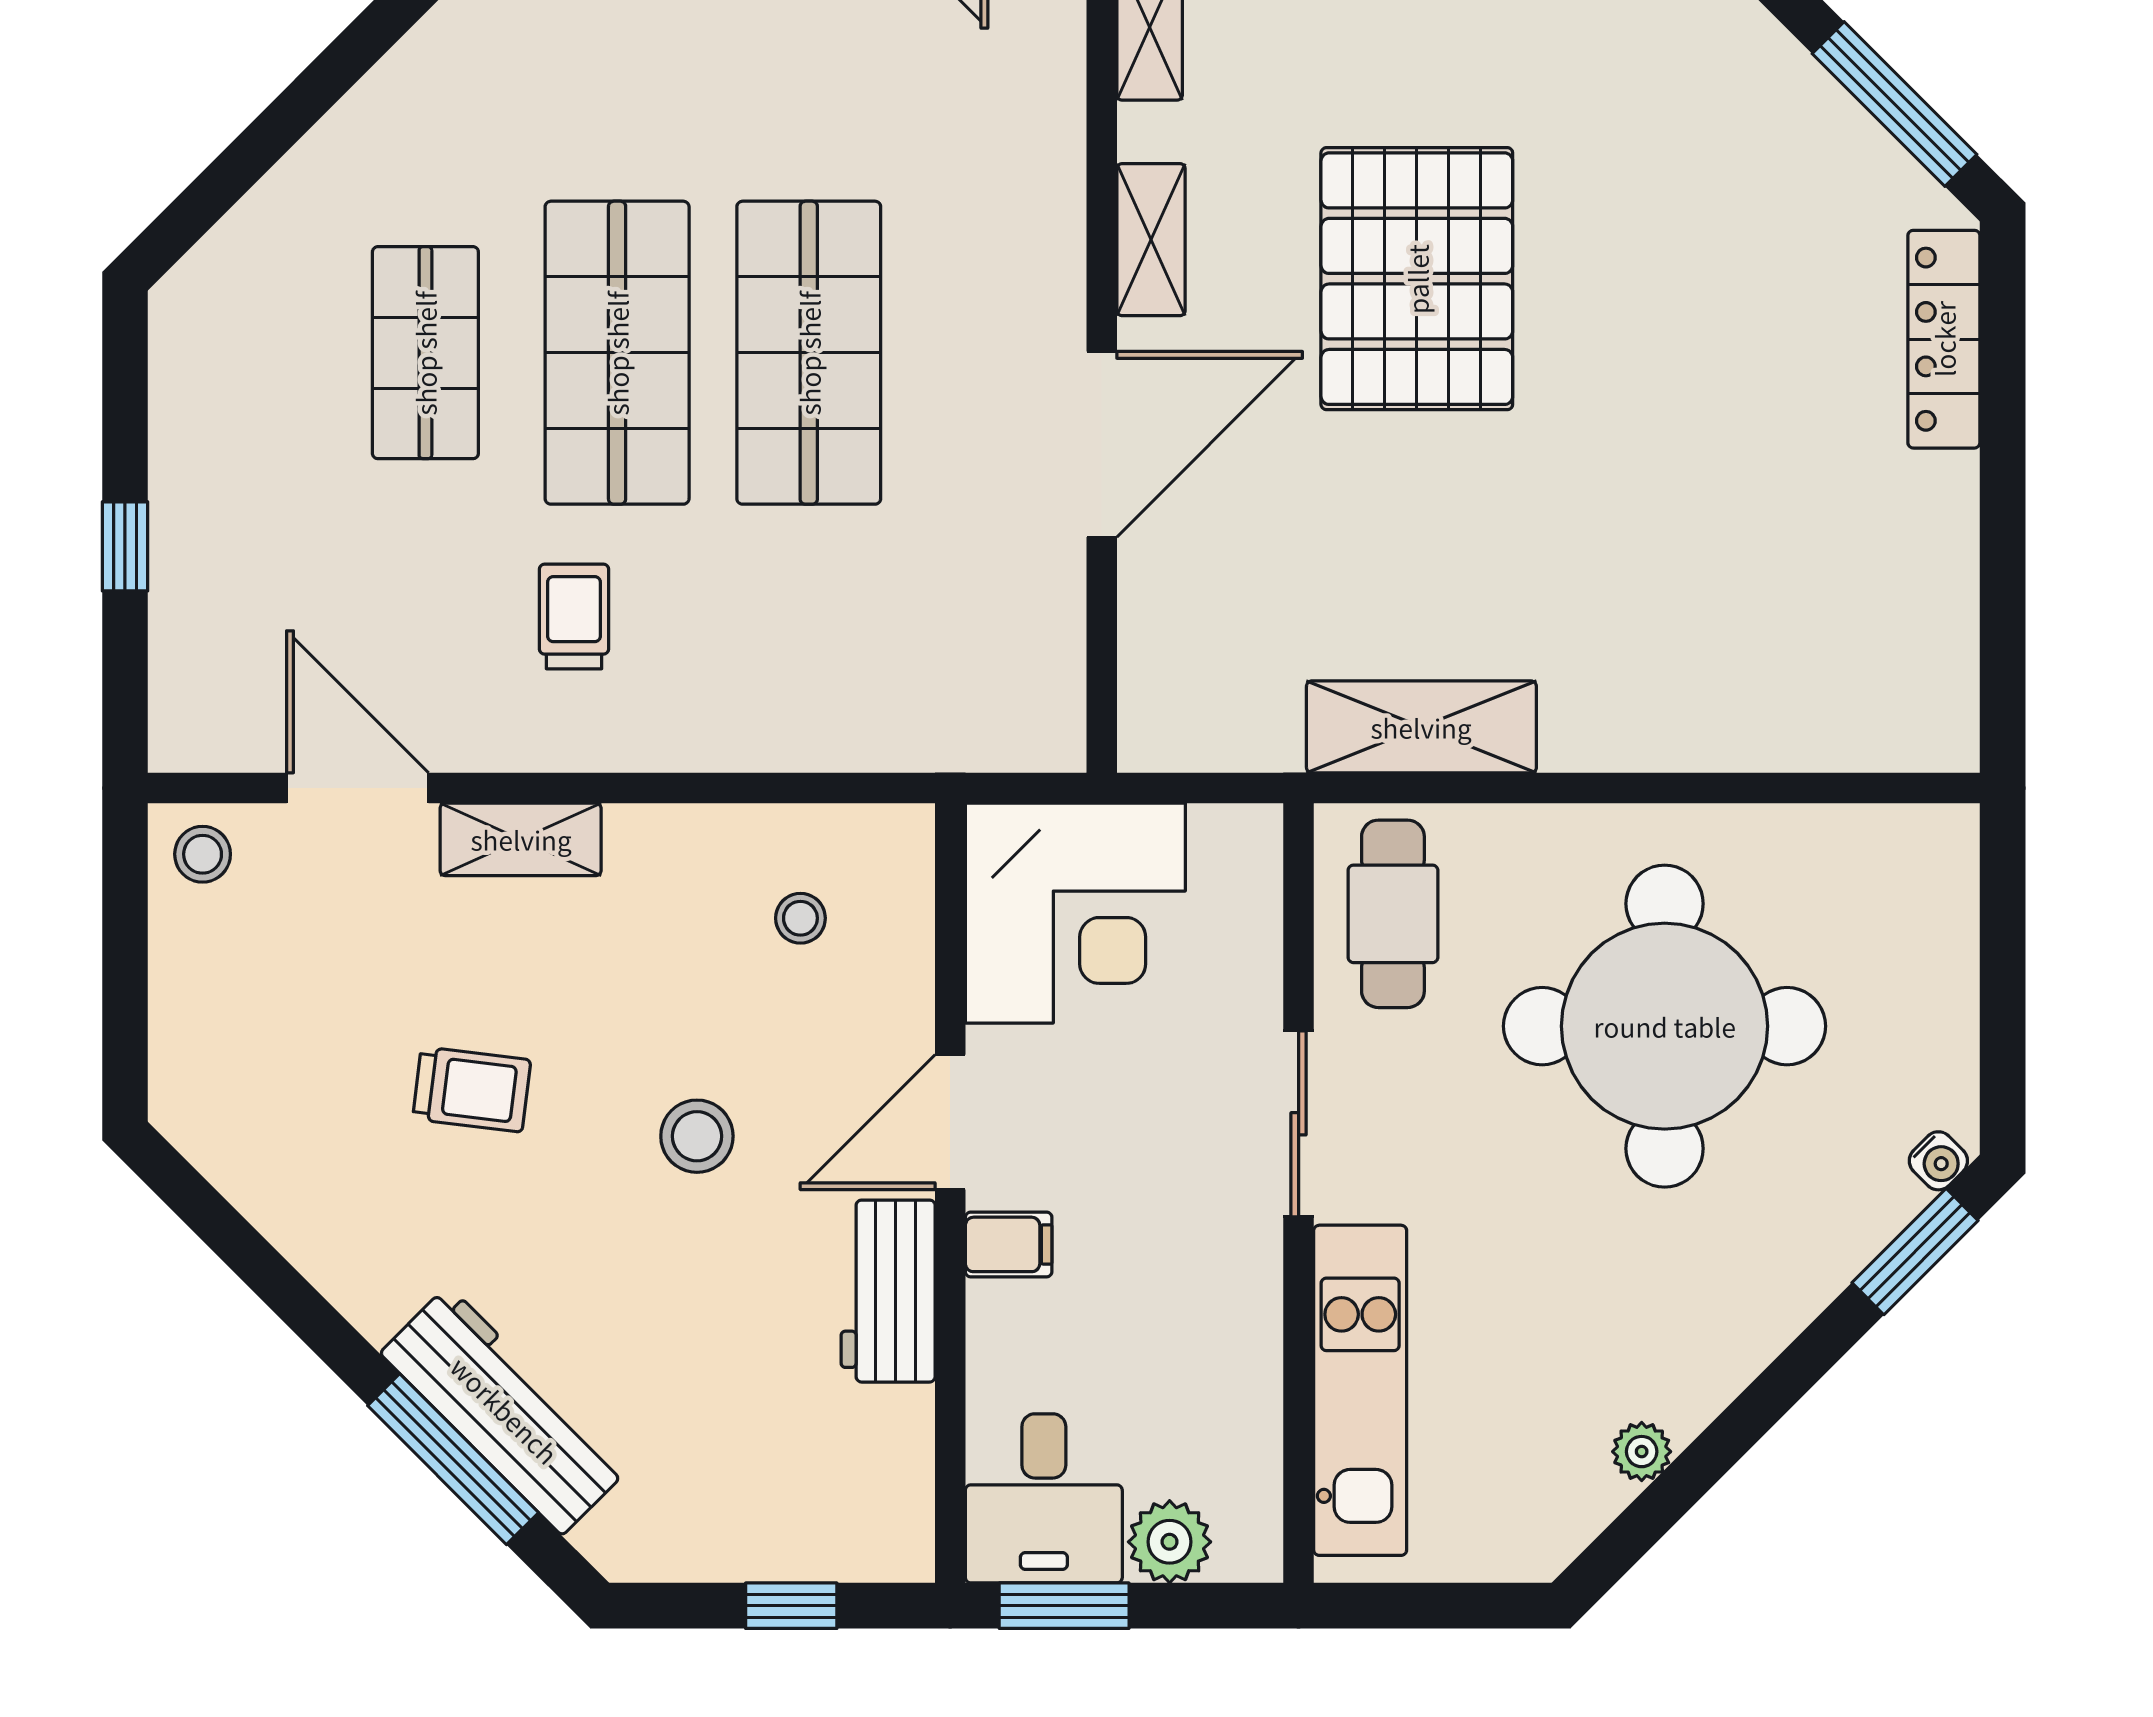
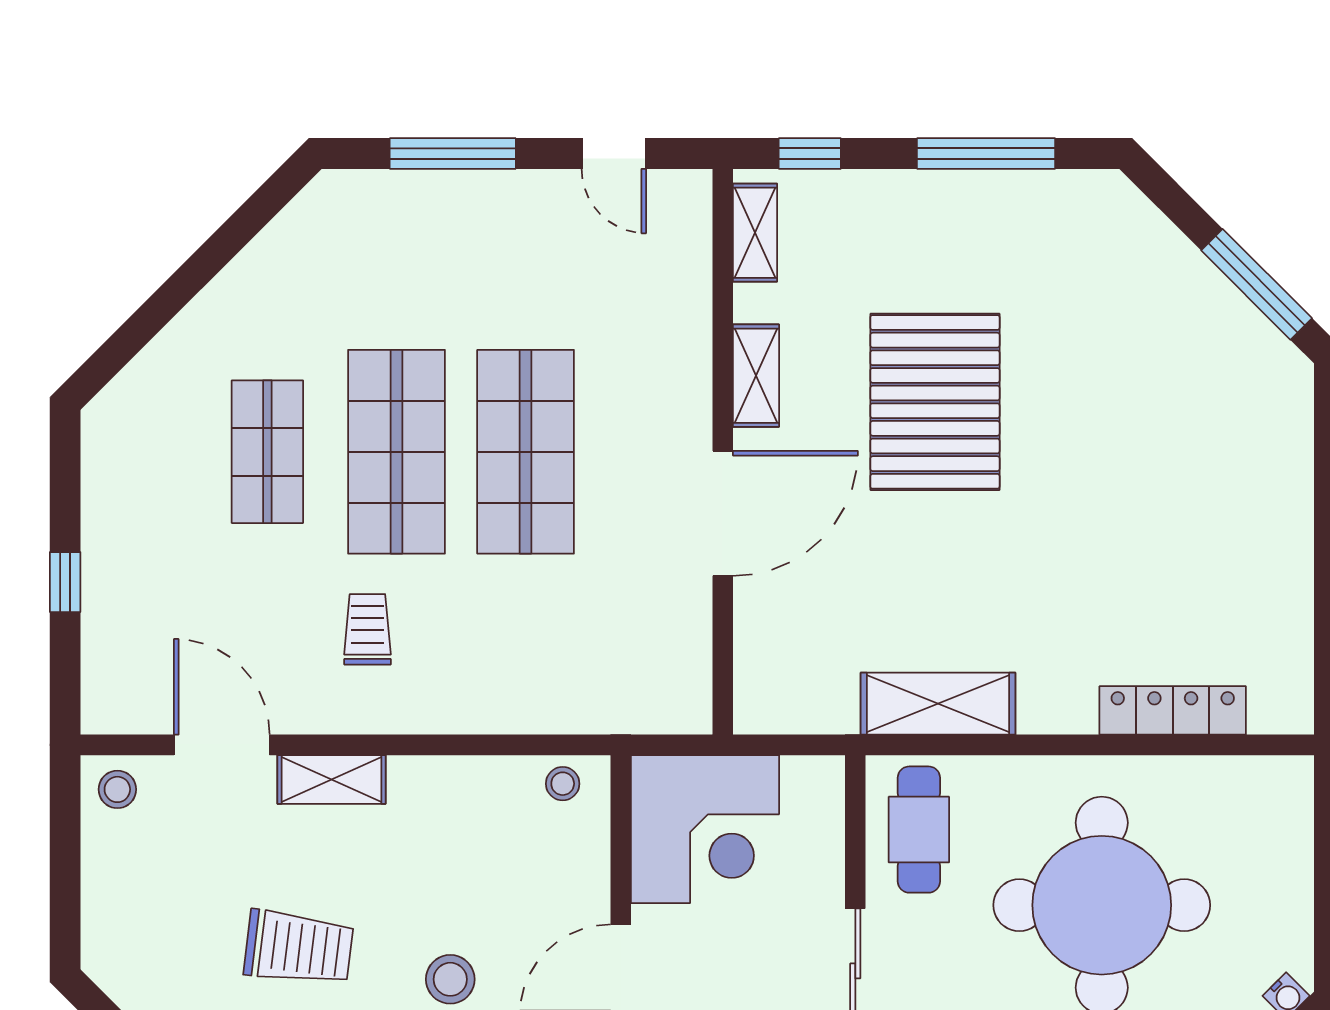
locker: (1944, 339) -> (1173, 710), moved, turned 90
stool: (800, 918) -> (563, 784), moved
trolley: (472, 1089) -> (299, 948), width x1.36, depth x1.39

